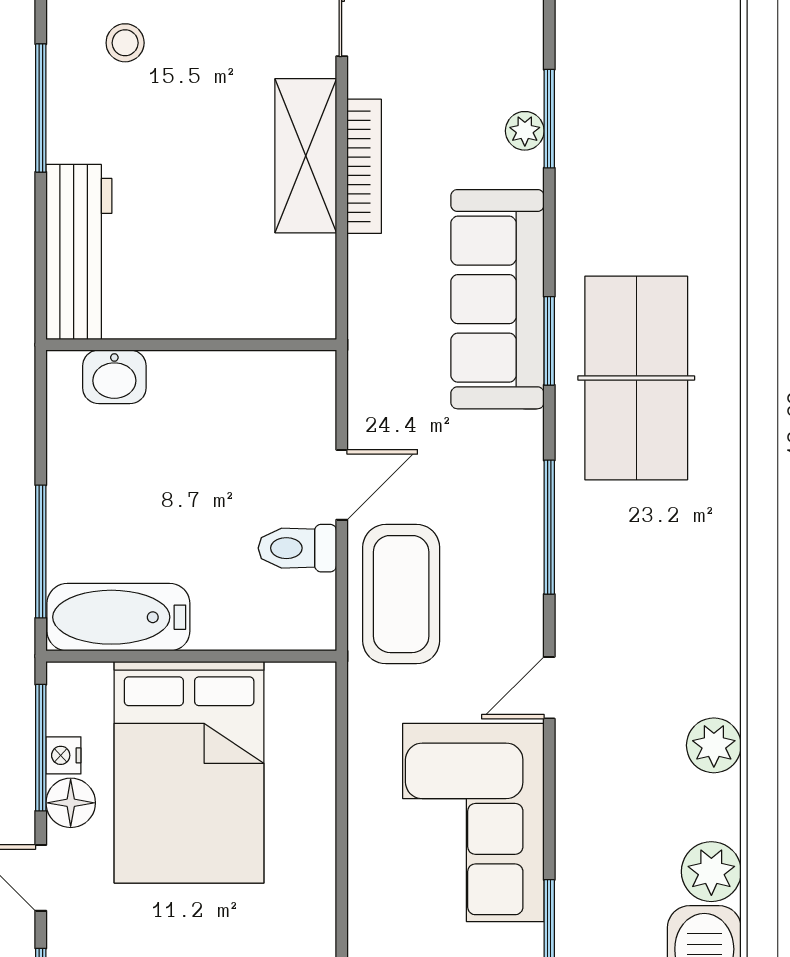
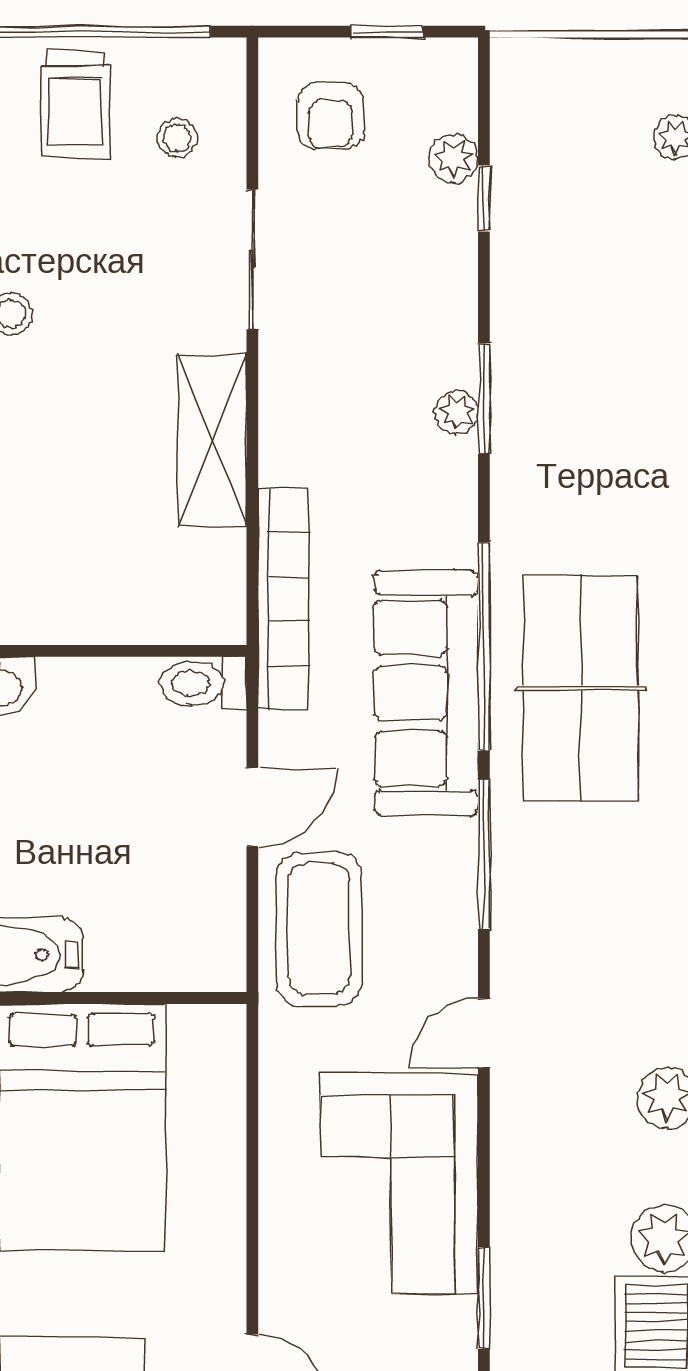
bookcase: (364, 166) -> (283, 599), moved, width x1.48, depth x1.31
sofa: (497, 299) -> (426, 693), moved
window: (549, 341) -> (484, 646), width x2.11
toilet: (297, 548) -> (203, 683), moved

